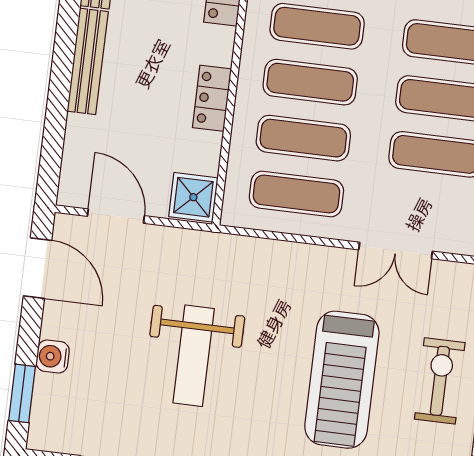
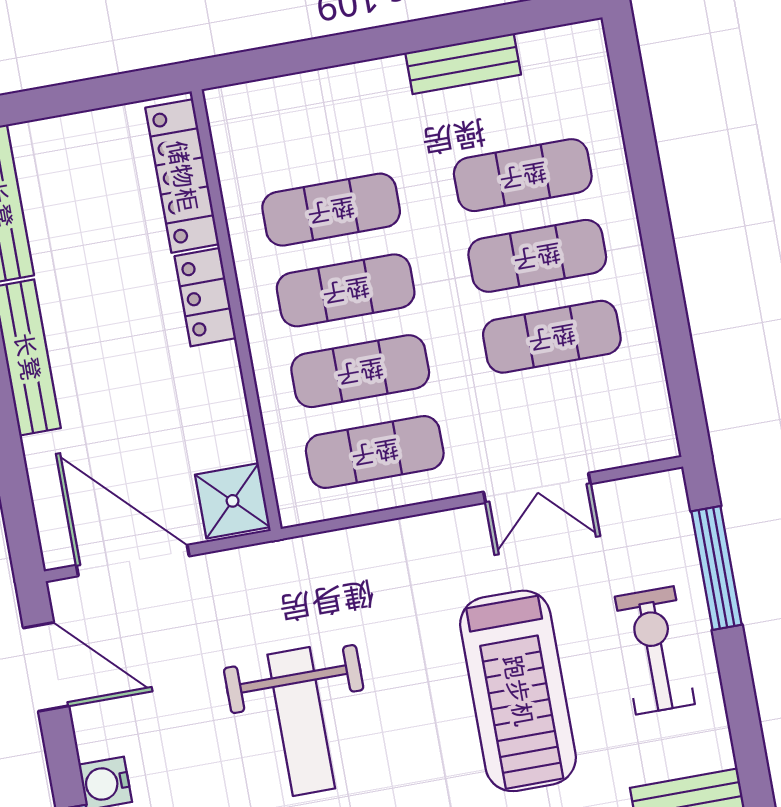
locker: (212, 98) -> (205, 297), moved
door: (116, 216) -> (133, 561), width x1.36

